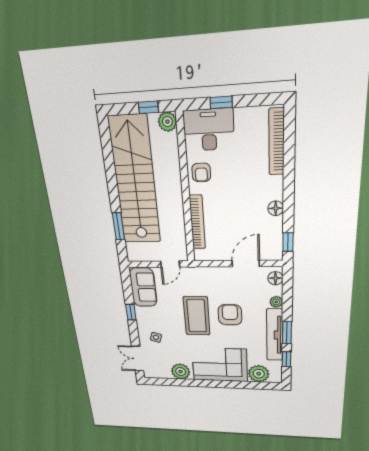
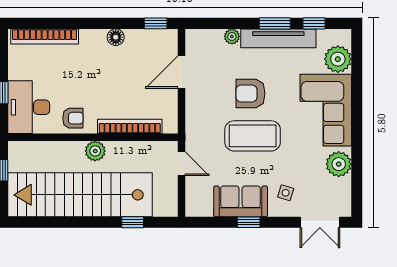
plant: (167, 122) -> (95, 151), moved
window: (118, 226) -> (133, 222), width x0.67
door: (246, 264) -> (181, 72), hinge flipped
floor lamp: (275, 278) -> (200, 38), removed
sofa: (143, 287) -> (241, 201), moved

